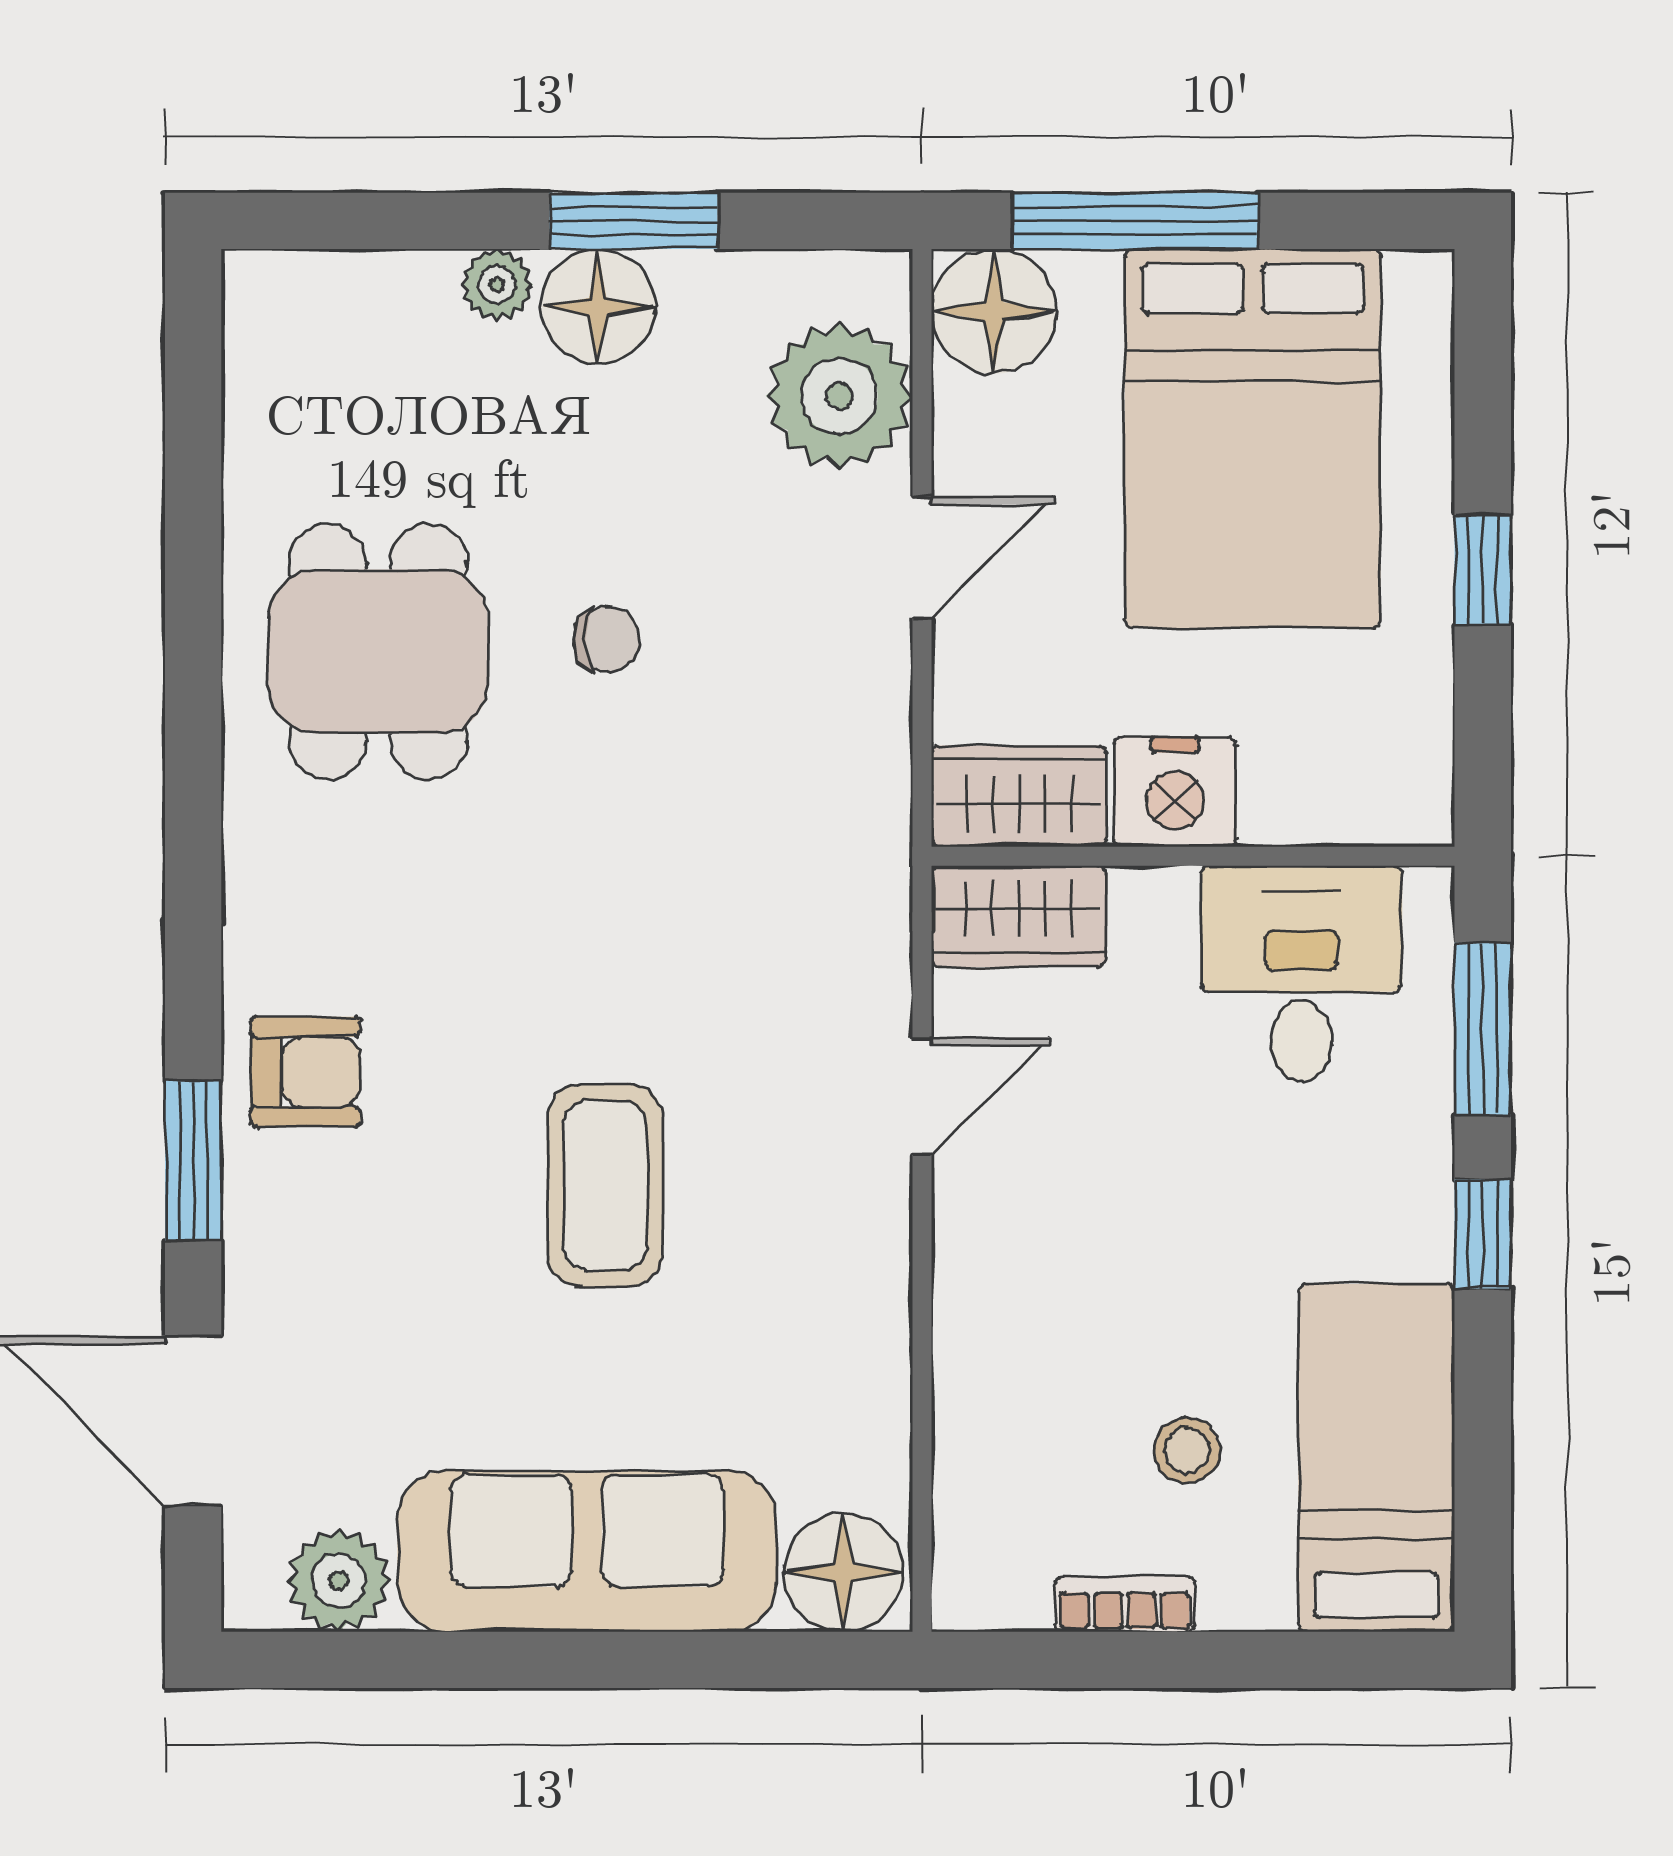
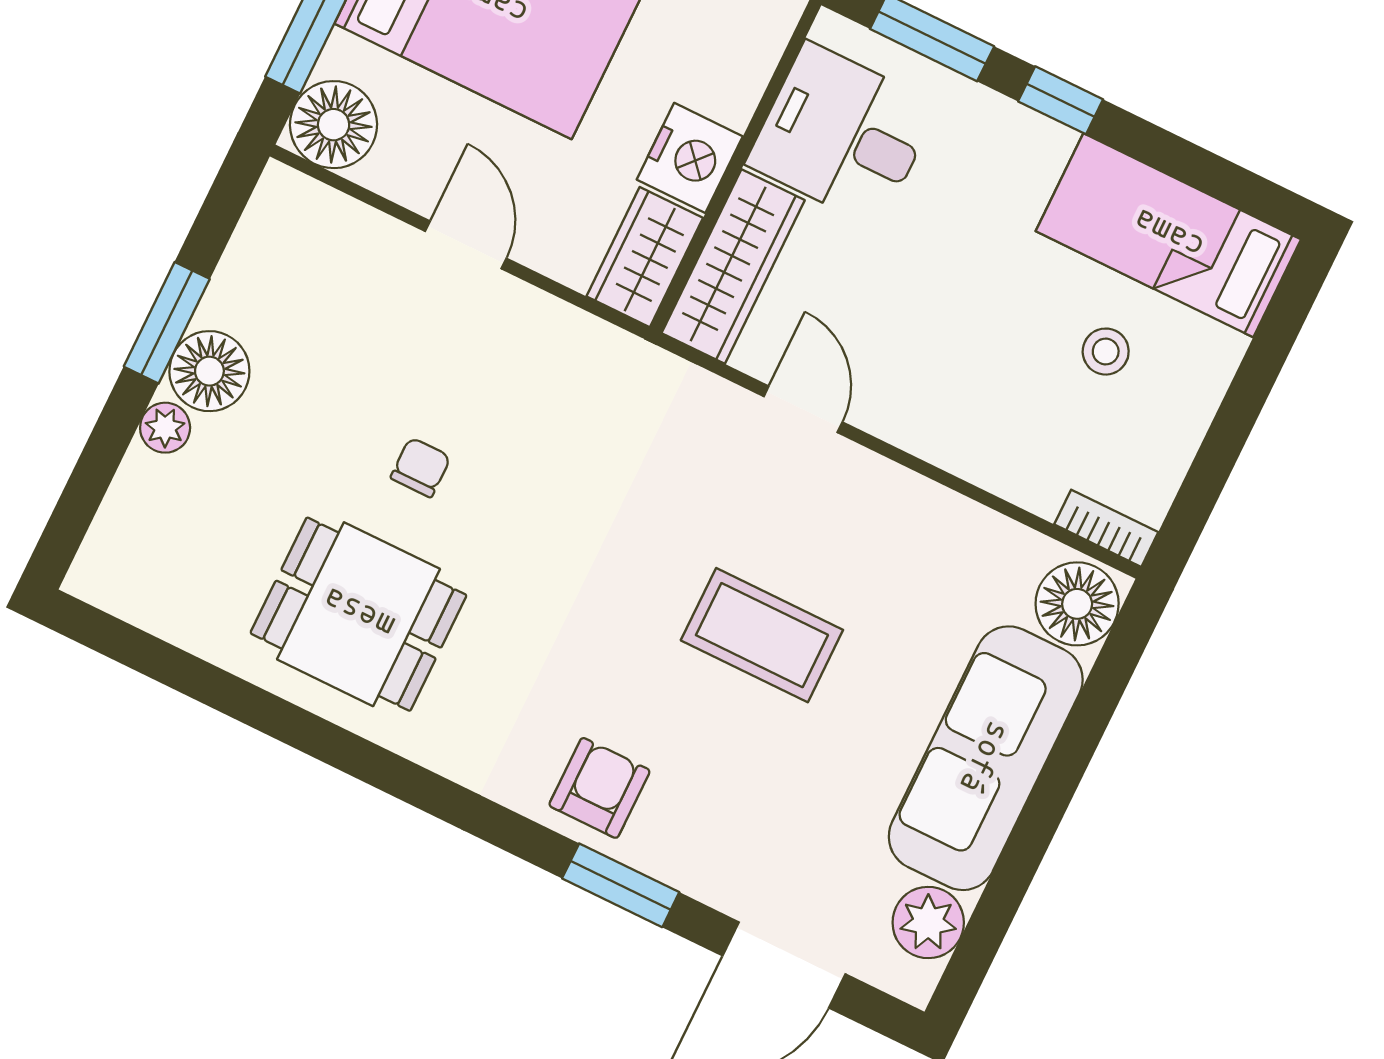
plant: (839, 396) -> (339, 247), removed
wardrobe: (1019, 916) -> (733, 267), width x1.50
bookcase: (1125, 1604) -> (1106, 528), moved, turned 90

